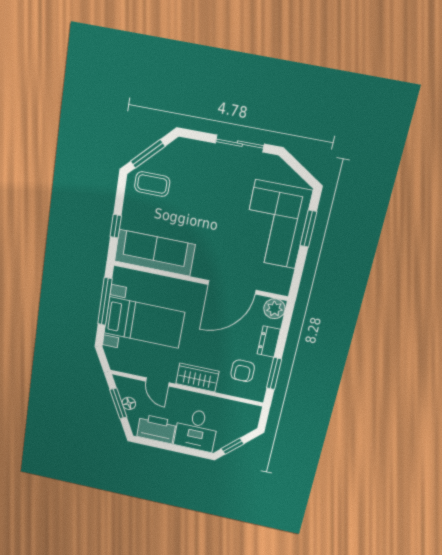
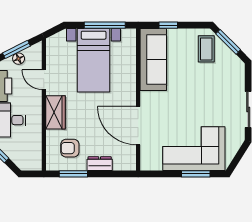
plant: (274, 309) -> (128, 162), removed
door: (157, 382) -> (44, 80), hinge flipped

